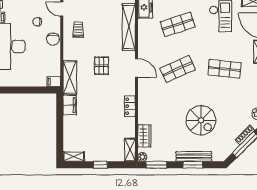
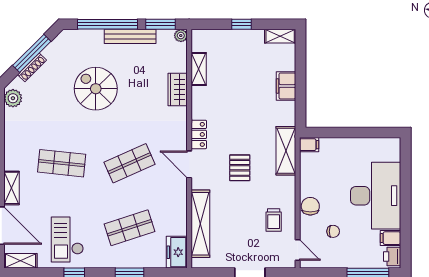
filing cabinet: (70, 105) -> (286, 86), moved
locker: (130, 106) -> (199, 134), moved
wardrobe: (144, 136) -> (178, 89), moved
shelving: (130, 150) -> (199, 69), moved
bench: (194, 156) -> (130, 36), moved
window: (193, 165) -> (108, 24), width x2.11

